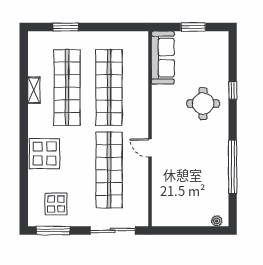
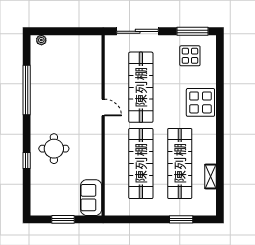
sofa: (163, 58) -> (91, 198), width x0.73
shelving: (34, 90) -> (210, 177), moved

